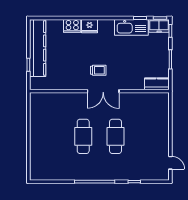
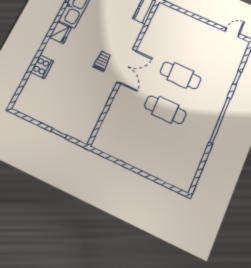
fridge: (90, 26) -> (60, 33), moved
kitchen counter: (38, 48) -> (46, 115), removed

